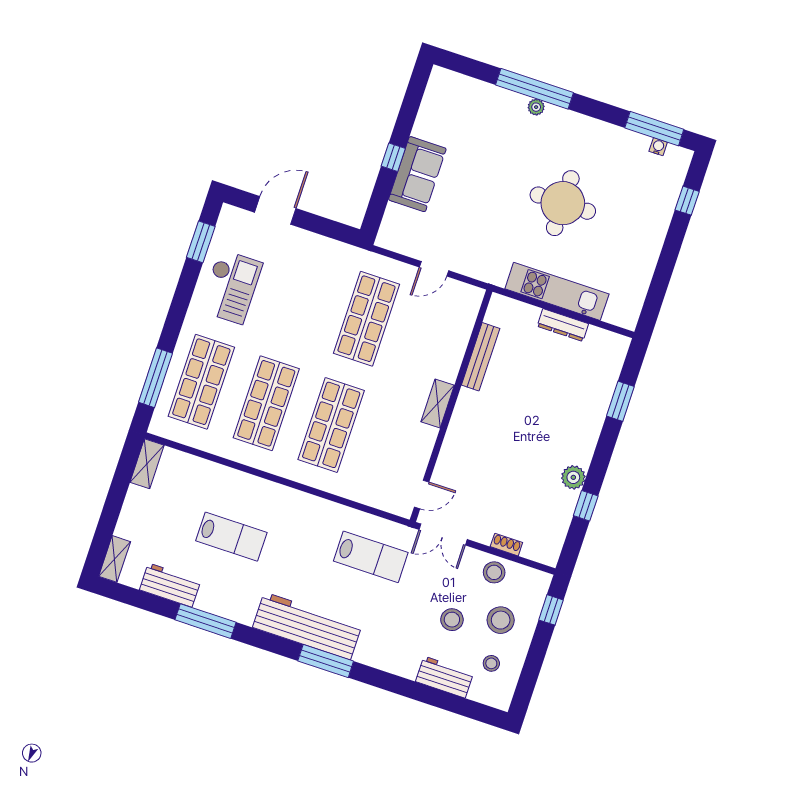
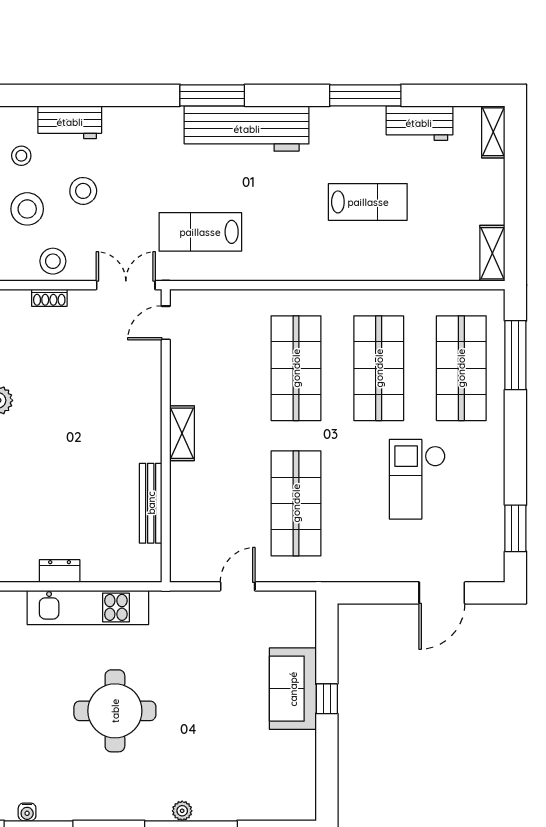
checkout: (231, 287) -> (417, 479), moved
dresser: (563, 325) -> (60, 571), width x0.70
lab bench: (231, 537) -> (368, 202), turned 180

